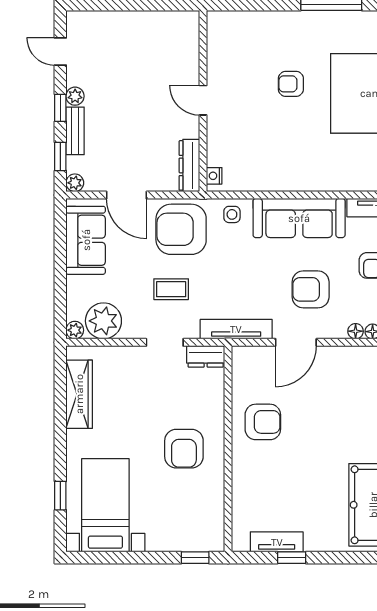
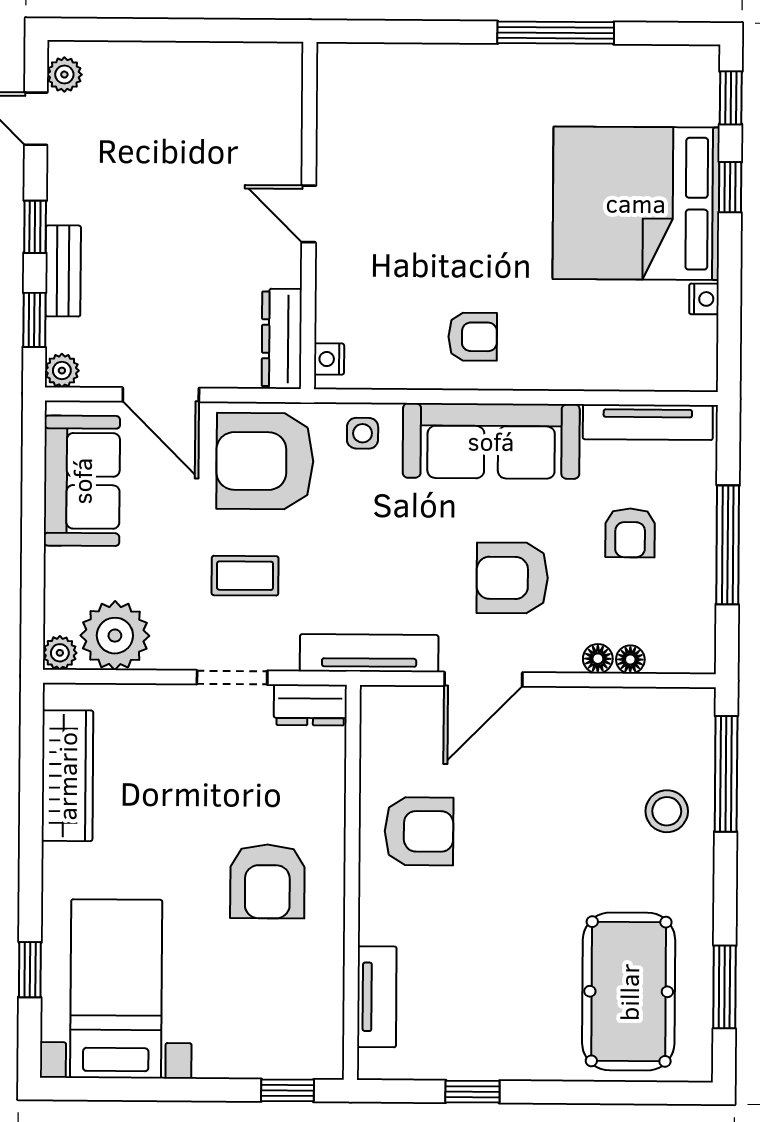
armchair: (291, 84) -> (473, 337), moved, turned 180
plant: (75, 96) -> (64, 75), moved
tv unit: (277, 542) -> (377, 997), moved, turned 90

